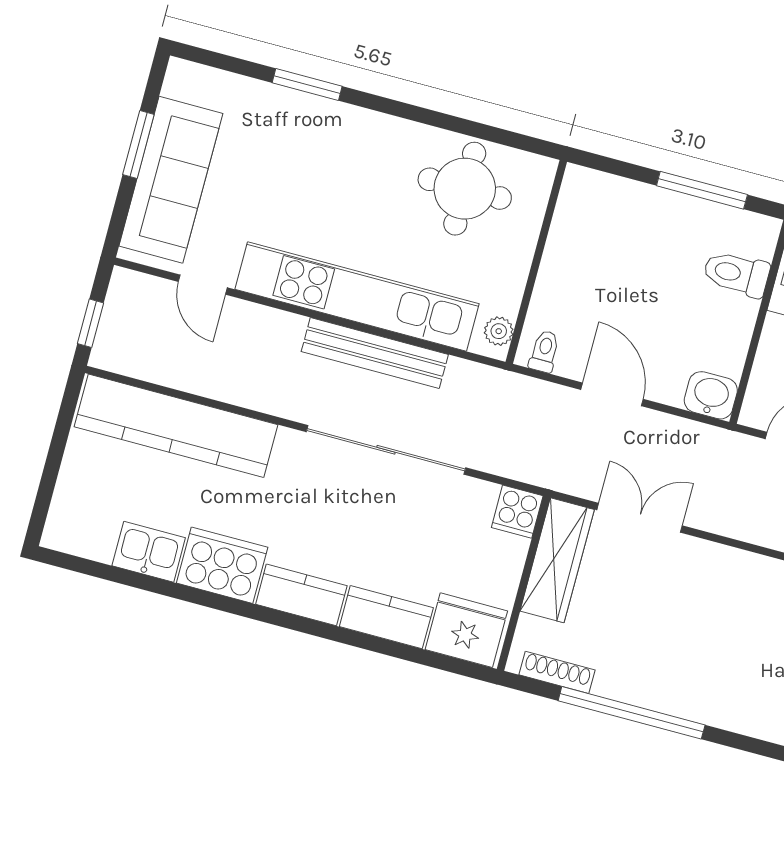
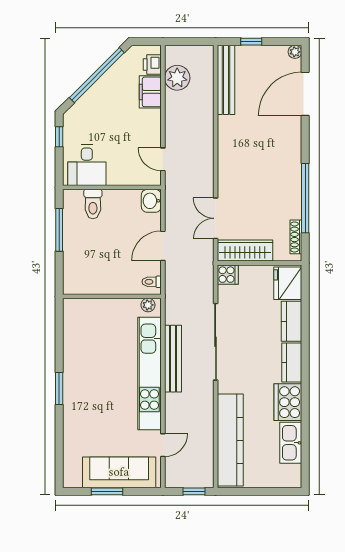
window: (307, 84) -> (59, 388), moved
round table: (465, 189) -> (87, 338), removed
kitchen sink: (149, 552) -> (291, 443), width x1.38

